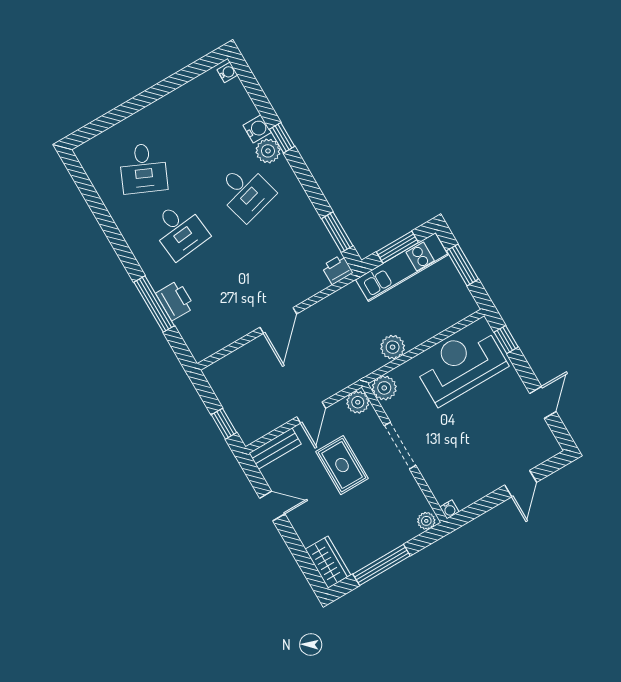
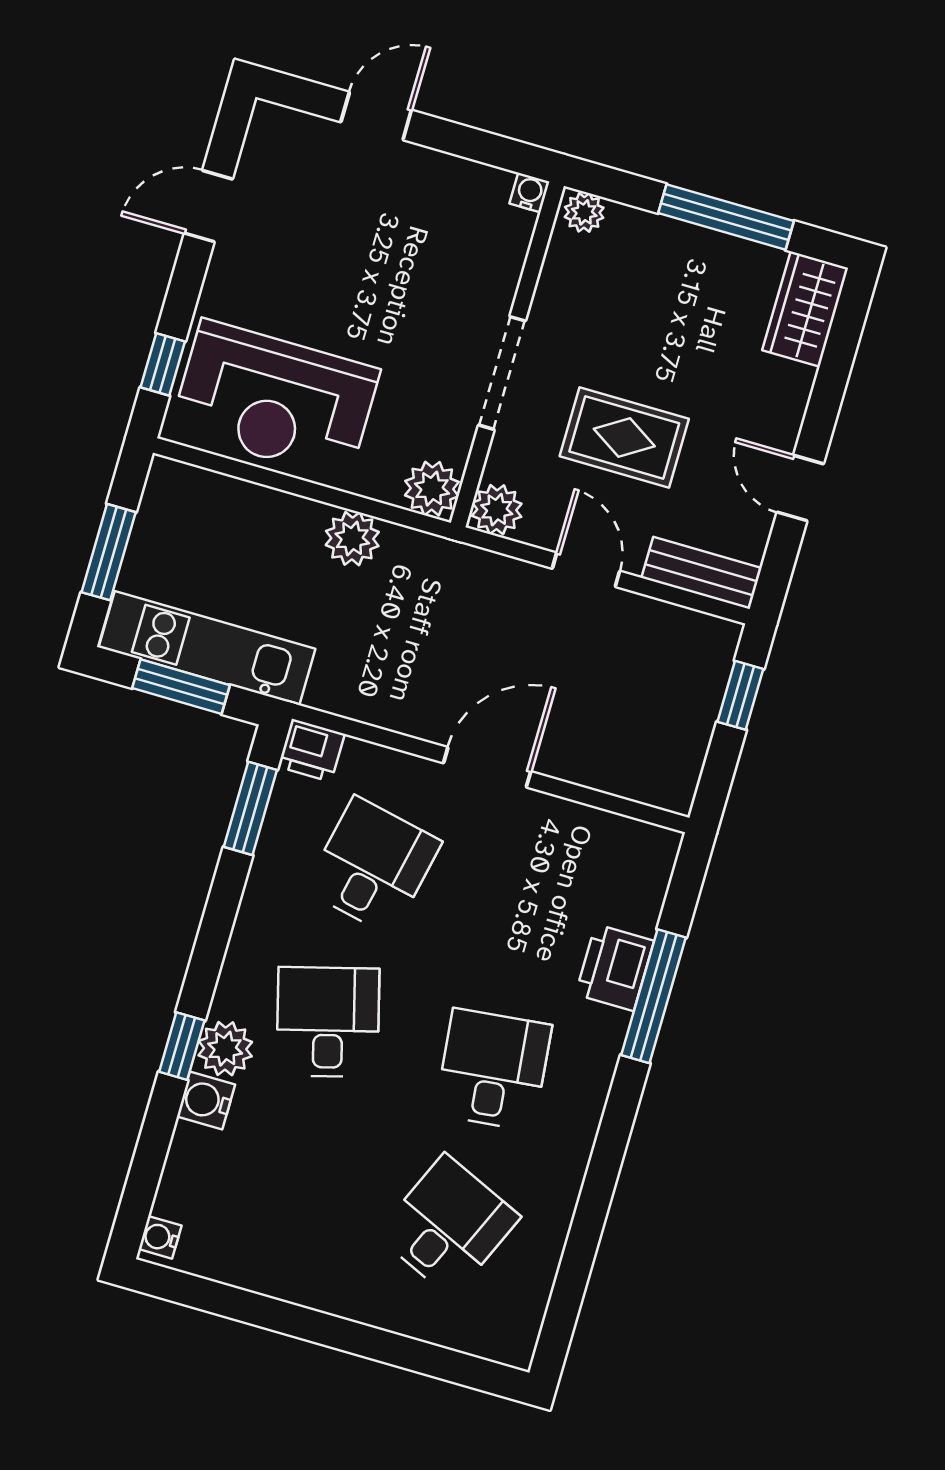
desk: (281, 254) -> (373, 866), added
door: (311, 412) -> (586, 570), hinge flipped
rug: (342, 465) -> (624, 437), turned 90

